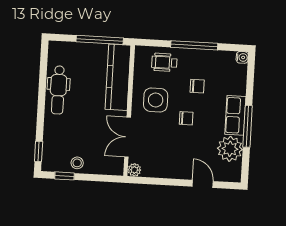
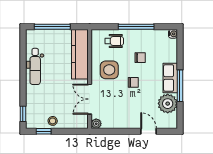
window: (100, 40) -> (52, 27), moved
wheelchair: (164, 62) -> (114, 41), turned 180

